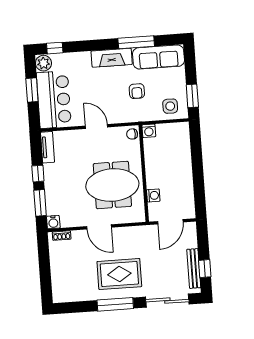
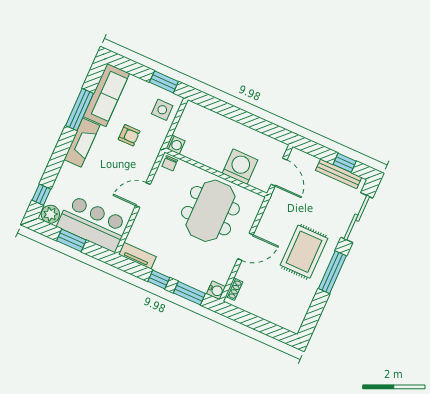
washing machine: (153, 195) -> (240, 167), width x1.89, depth x1.89

